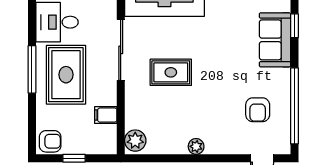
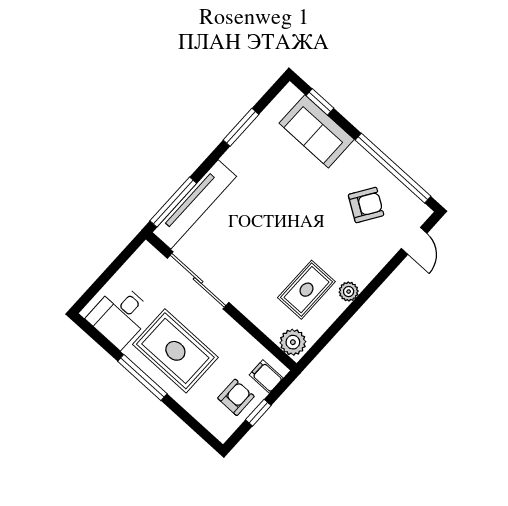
rug: (171, 72) -> (306, 290), moved
armchair: (258, 110) -> (366, 205), turned -57
filing cabinet: (106, 115) -> (266, 376), moved, turned 90
armchair: (50, 141) -> (236, 397), moved

